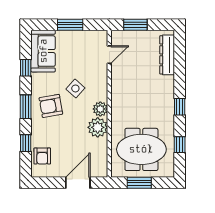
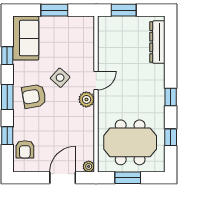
door: (109, 55) -> (96, 80), moved
plant: (98, 127) -> (89, 166), moved, width x0.53, depth x0.53

